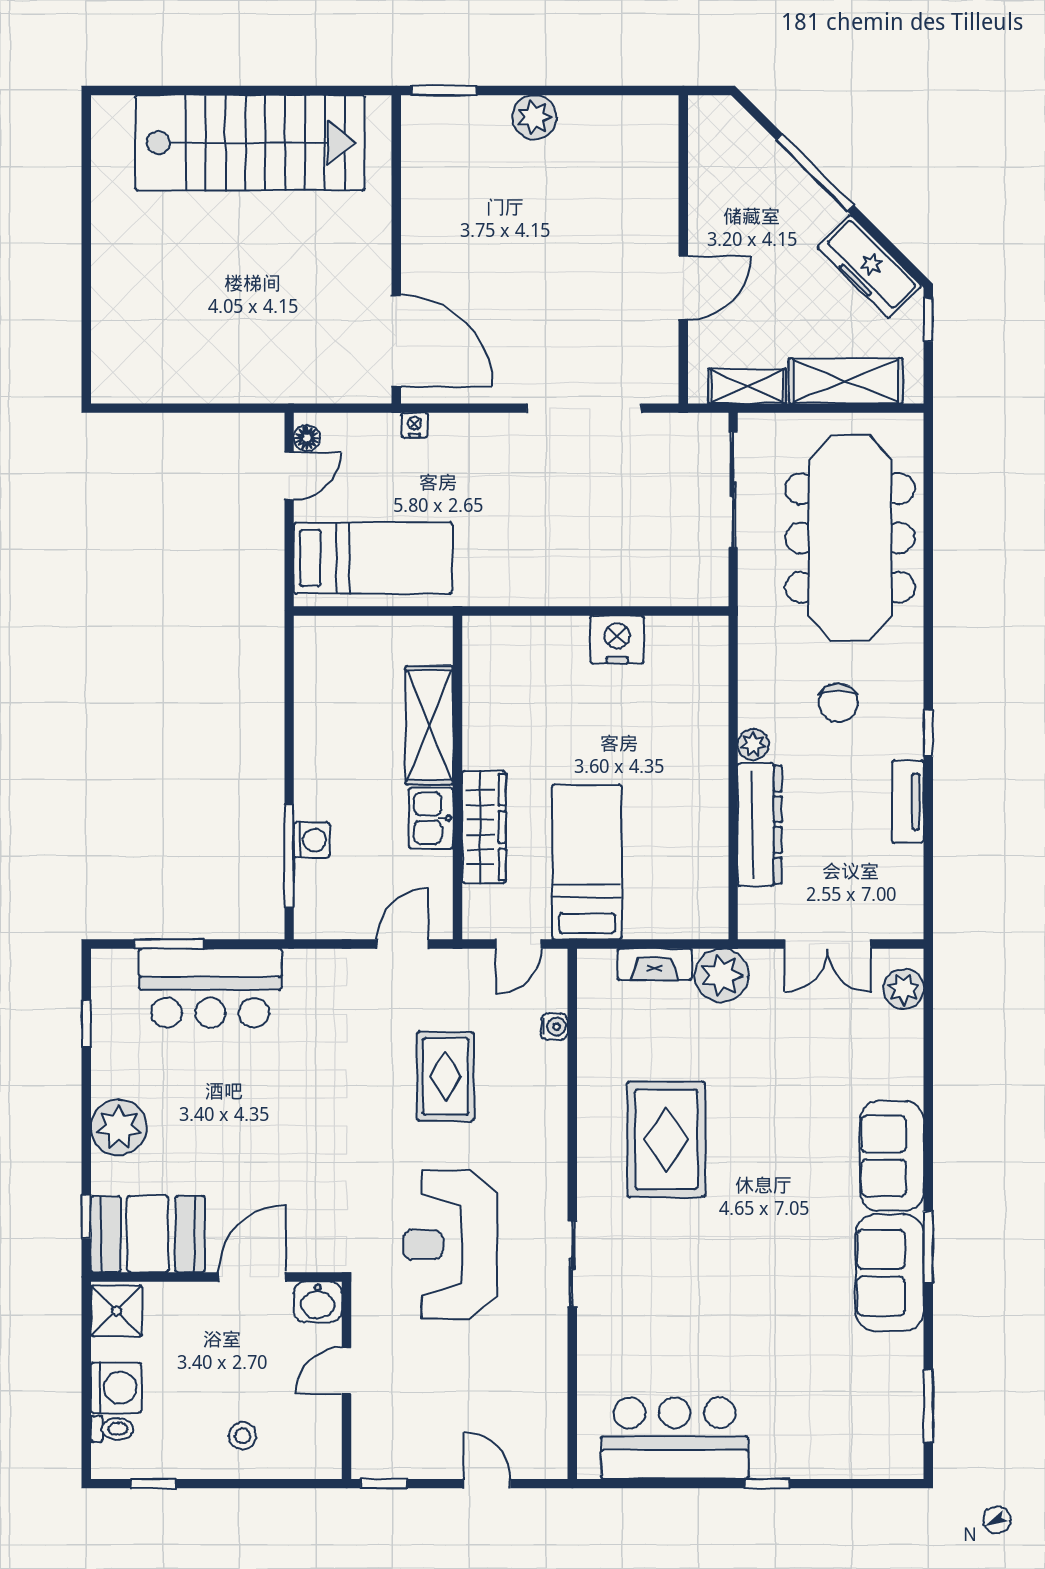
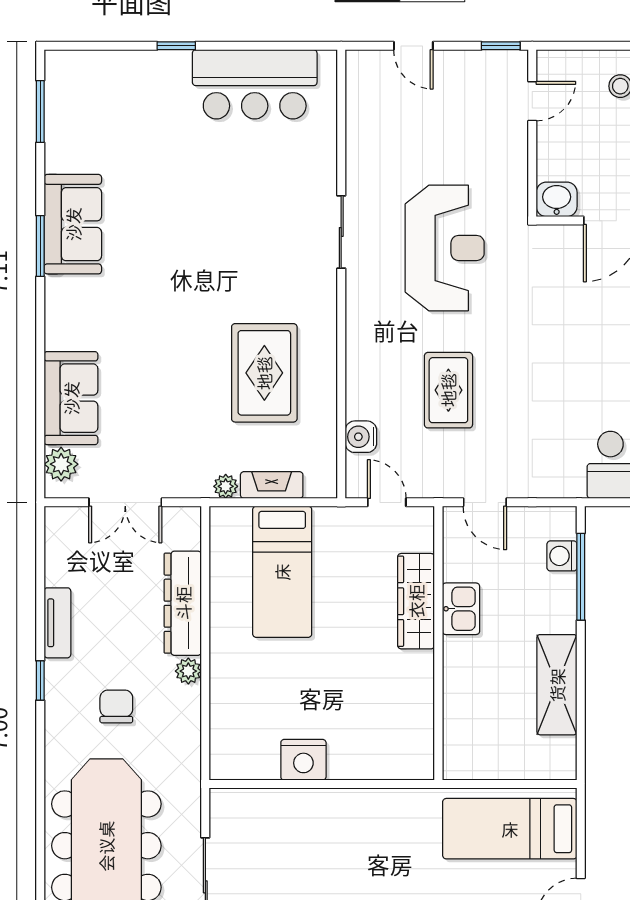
shelving: (429, 725) -> (557, 685), moved
washing machine: (311, 840) -> (562, 556), moved
bed: (587, 862) -> (282, 572), moved
door: (403, 944) -> (485, 502), hinge flipped
door: (519, 944) -> (387, 502), hinge flipped
double door: (828, 944) -> (125, 502), swing flipped
plant: (721, 975) -> (226, 486), width x0.53, depth x0.53
water cooler: (554, 1027) -> (361, 437), width x1.38, depth x1.38
rug: (666, 1139) -> (264, 373), moved
sofa: (892, 1156) -> (71, 398), moved
door: (347, 1371) -> (532, 101), moved

